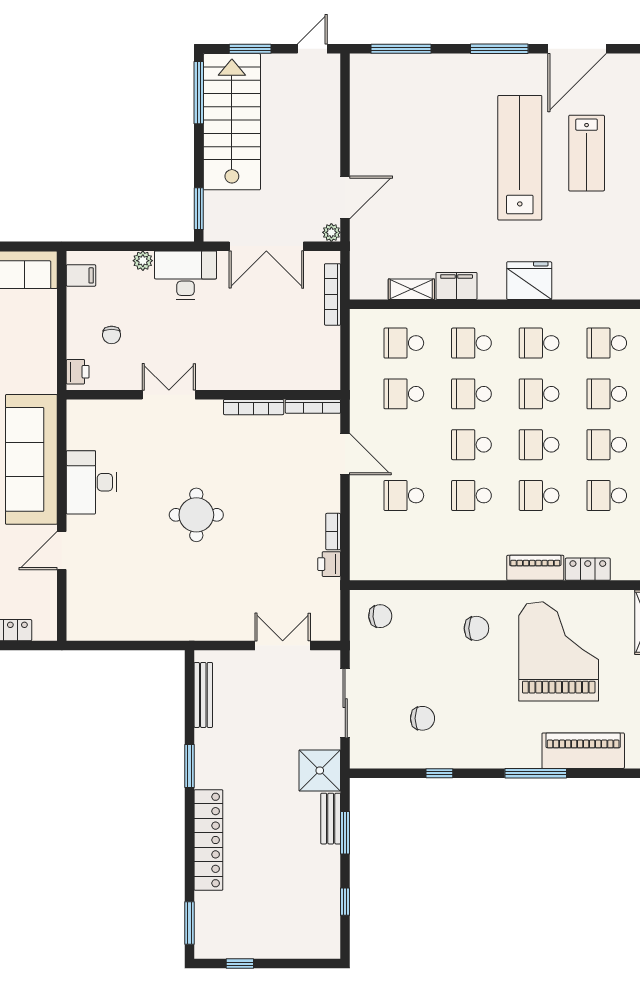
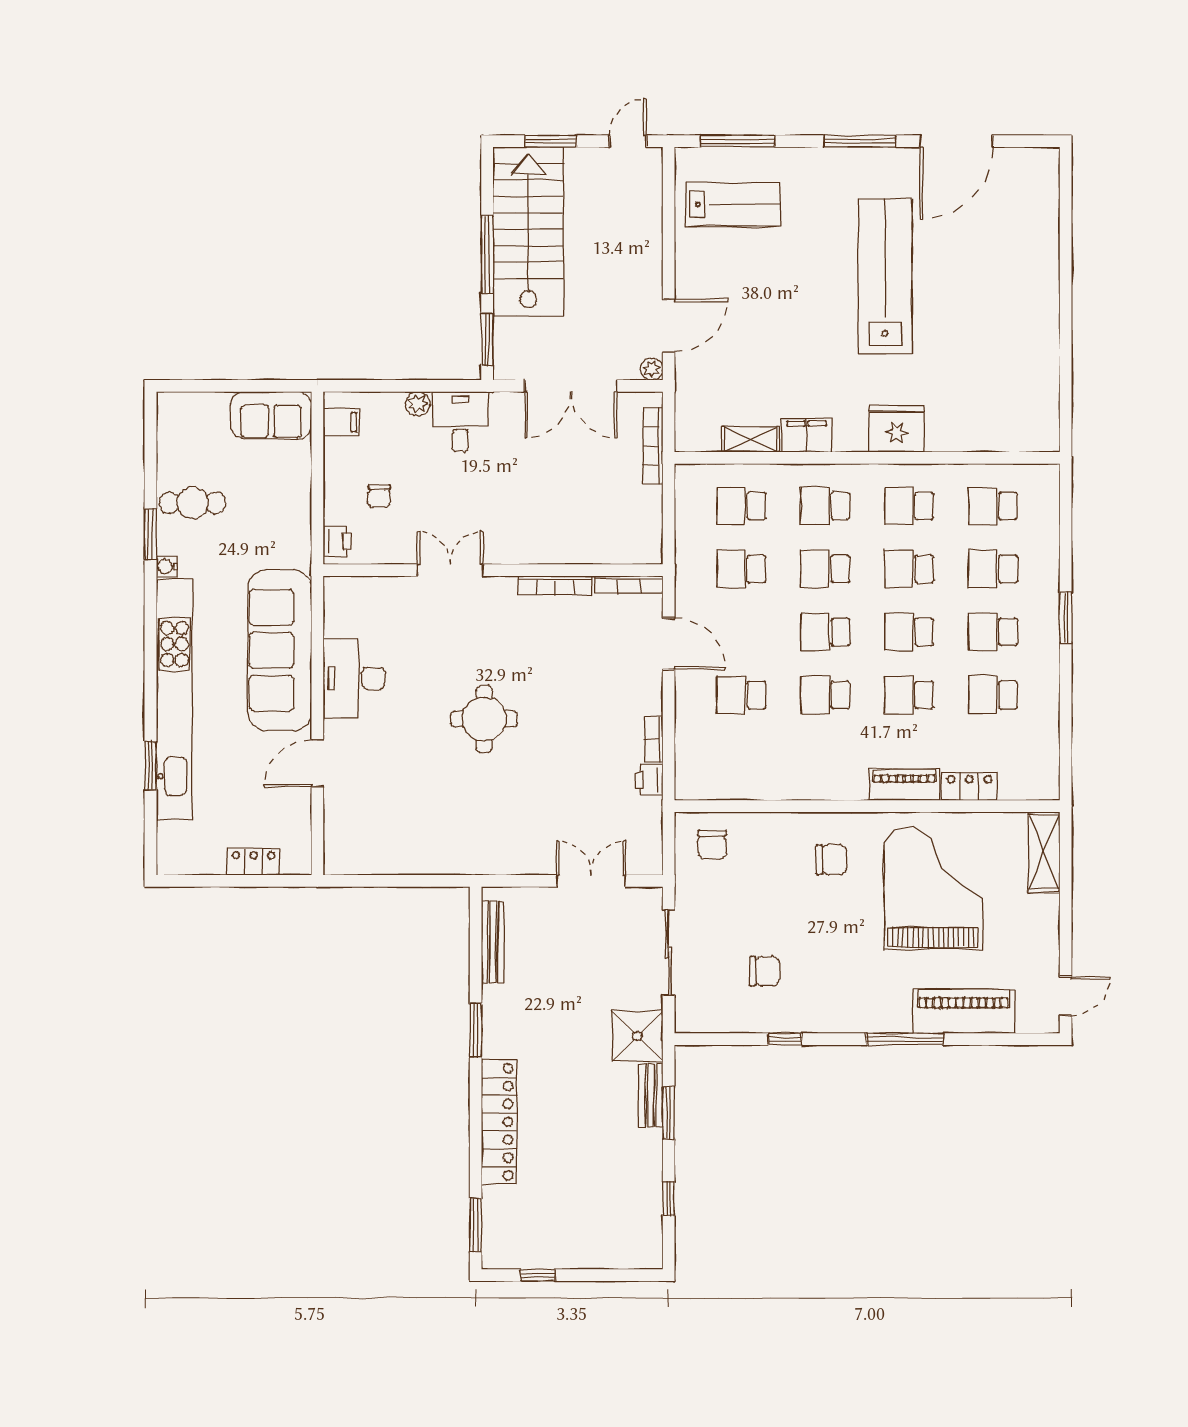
window: (199, 93) -> (487, 254), moved
lab bench: (587, 153) -> (733, 204), moved, turned -90
desk: (185, 275) -> (460, 422), width x0.73
chair: (380, 616) -> (712, 844), turned 95

